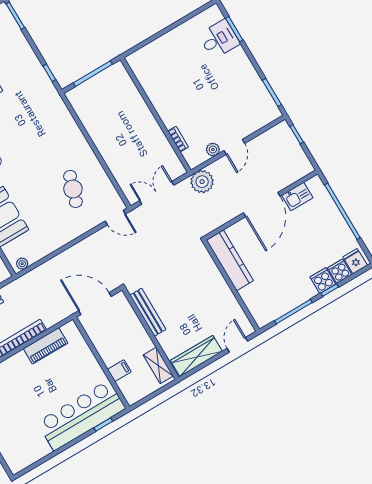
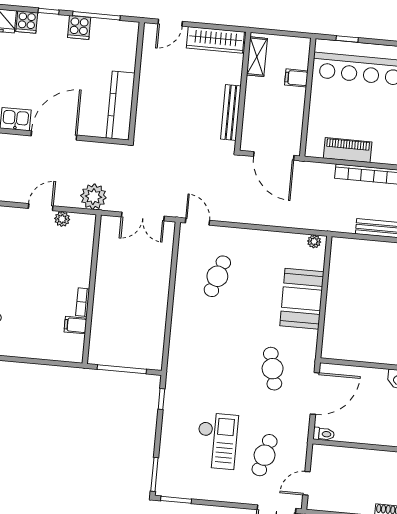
filing cabinet: (149, 81) -> (75, 325), added
bookcase: (178, 139) -> (83, 302), moved
cooker: (323, 281) -> (79, 28), moved

